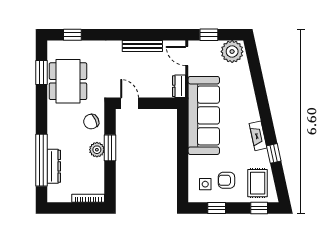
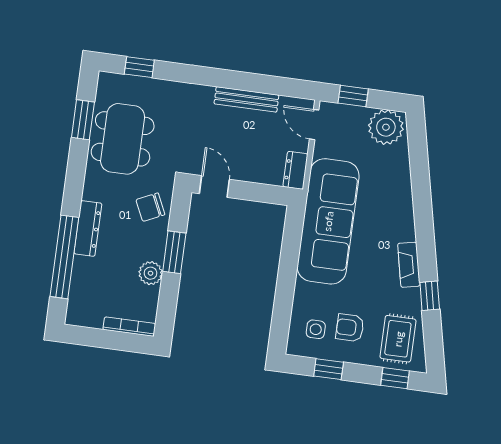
plant: (97, 150) -> (151, 273), moved
dresser: (54, 166) -> (88, 228), moved

